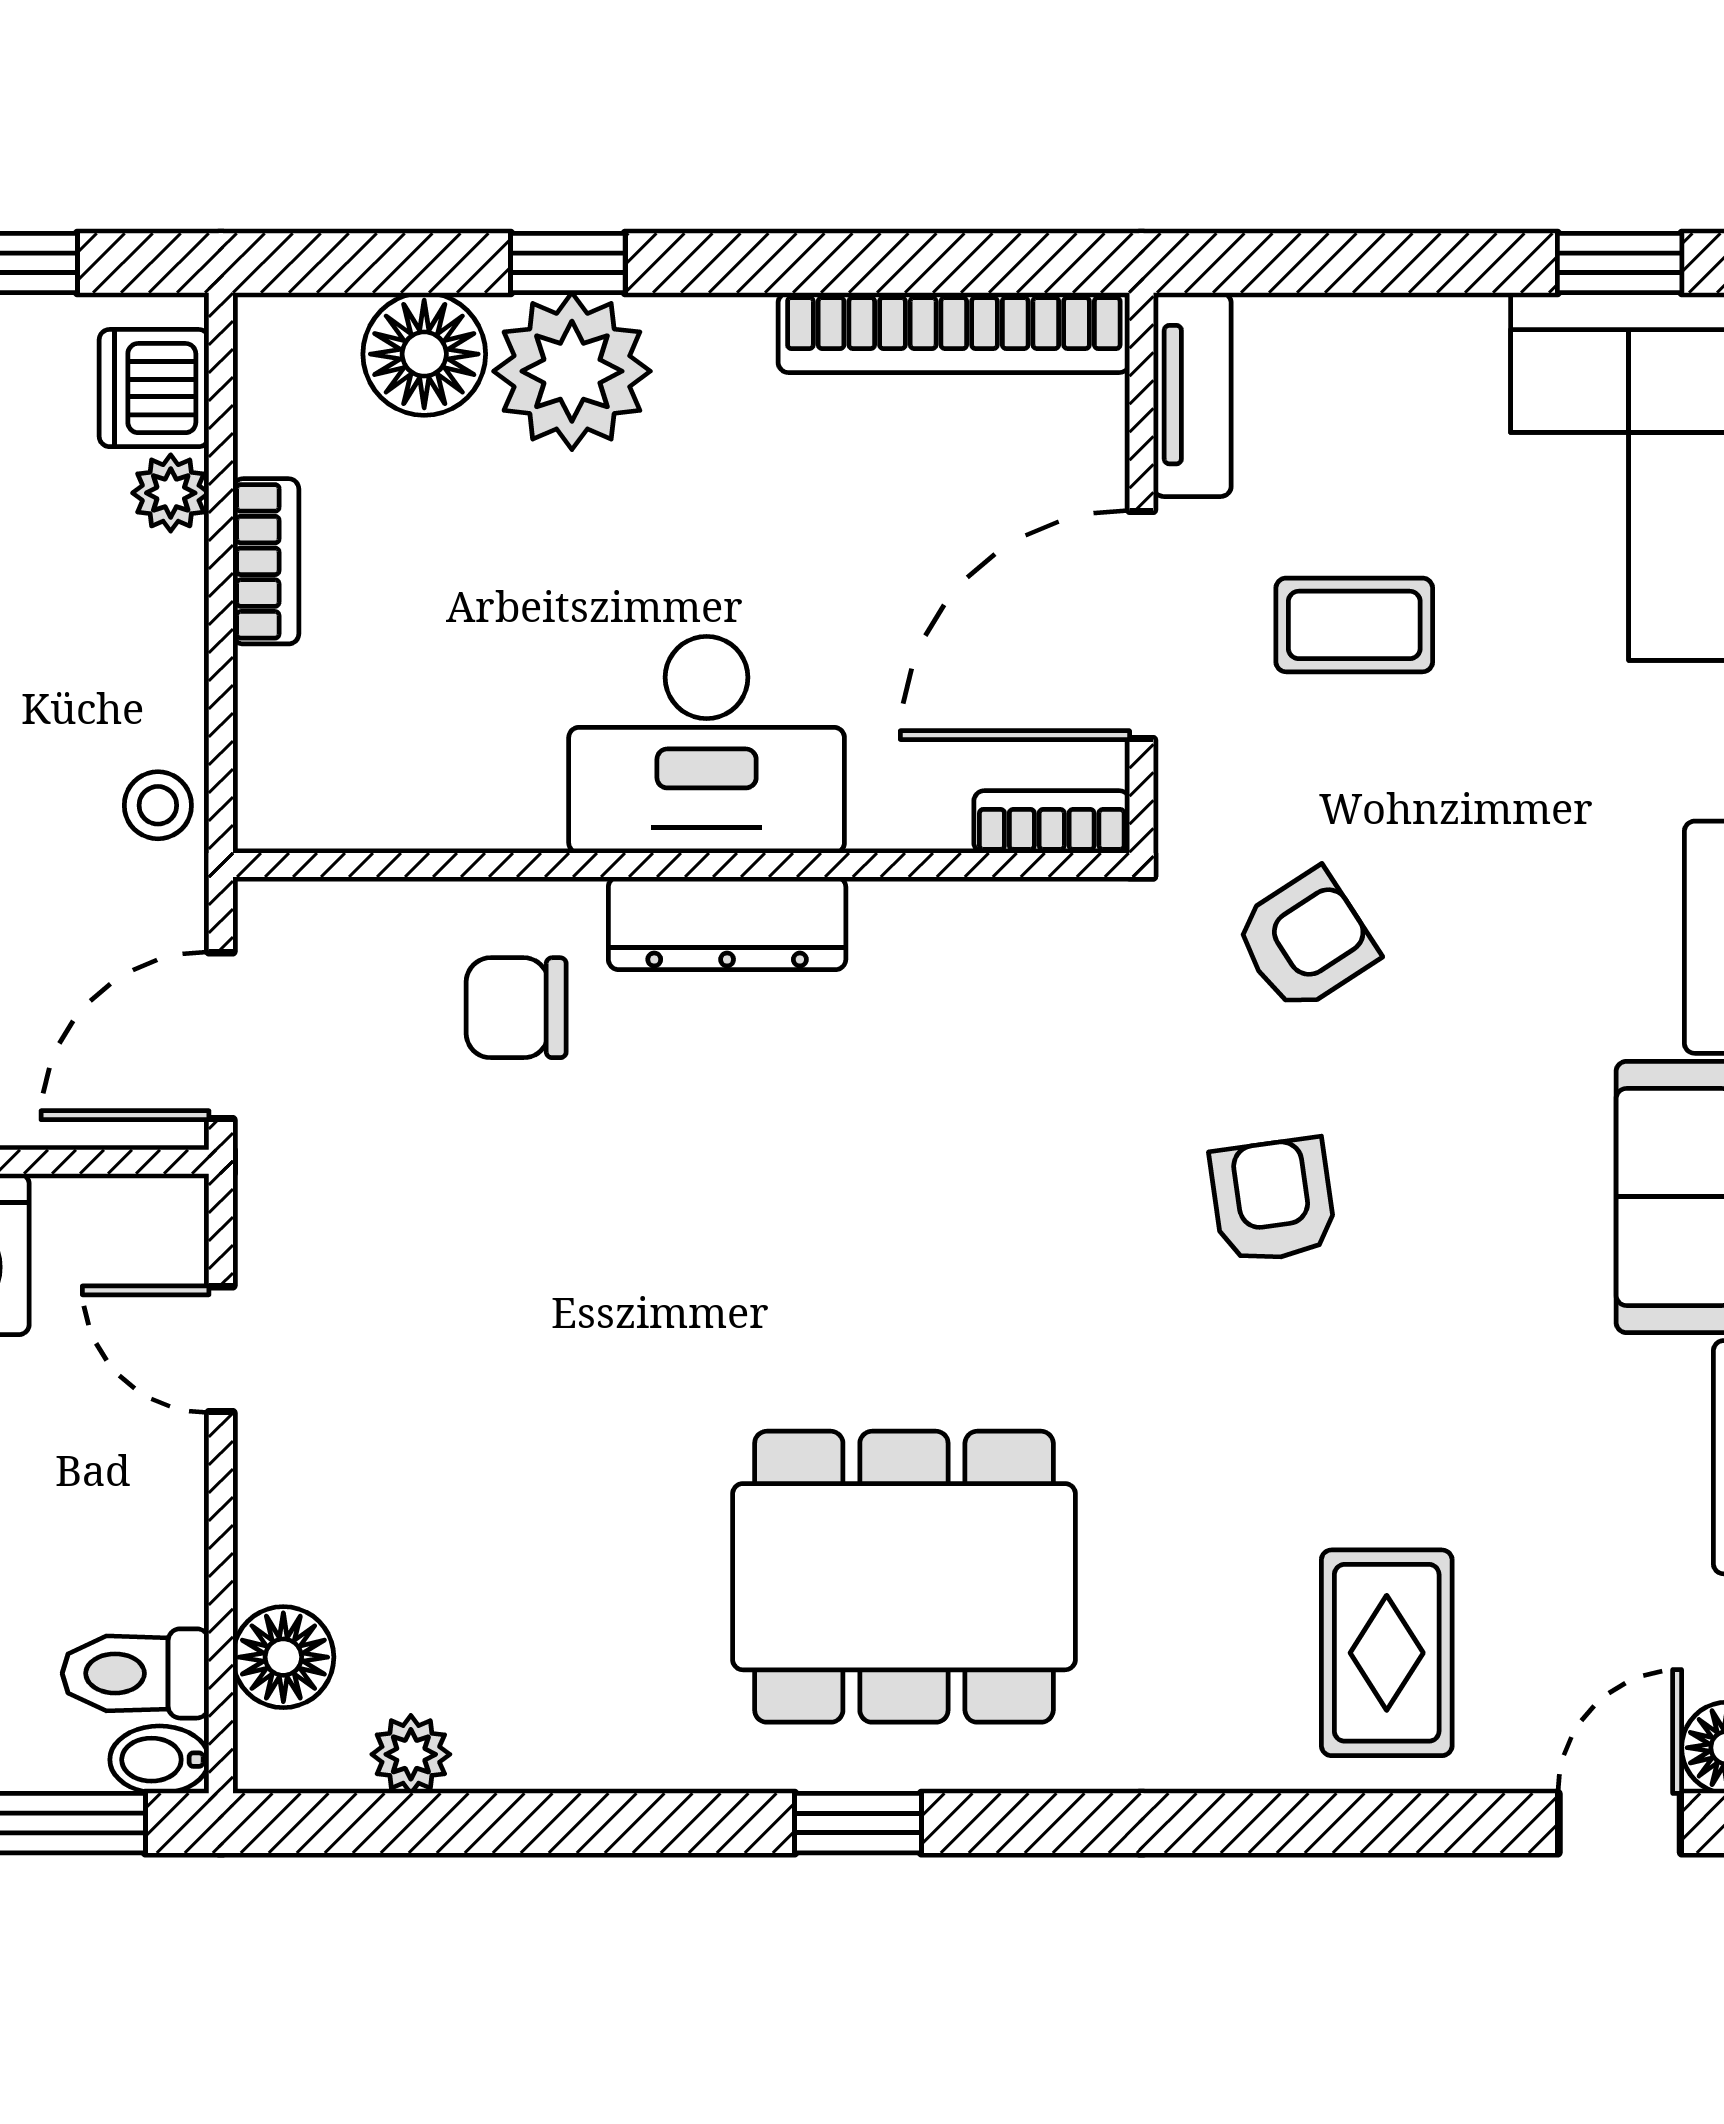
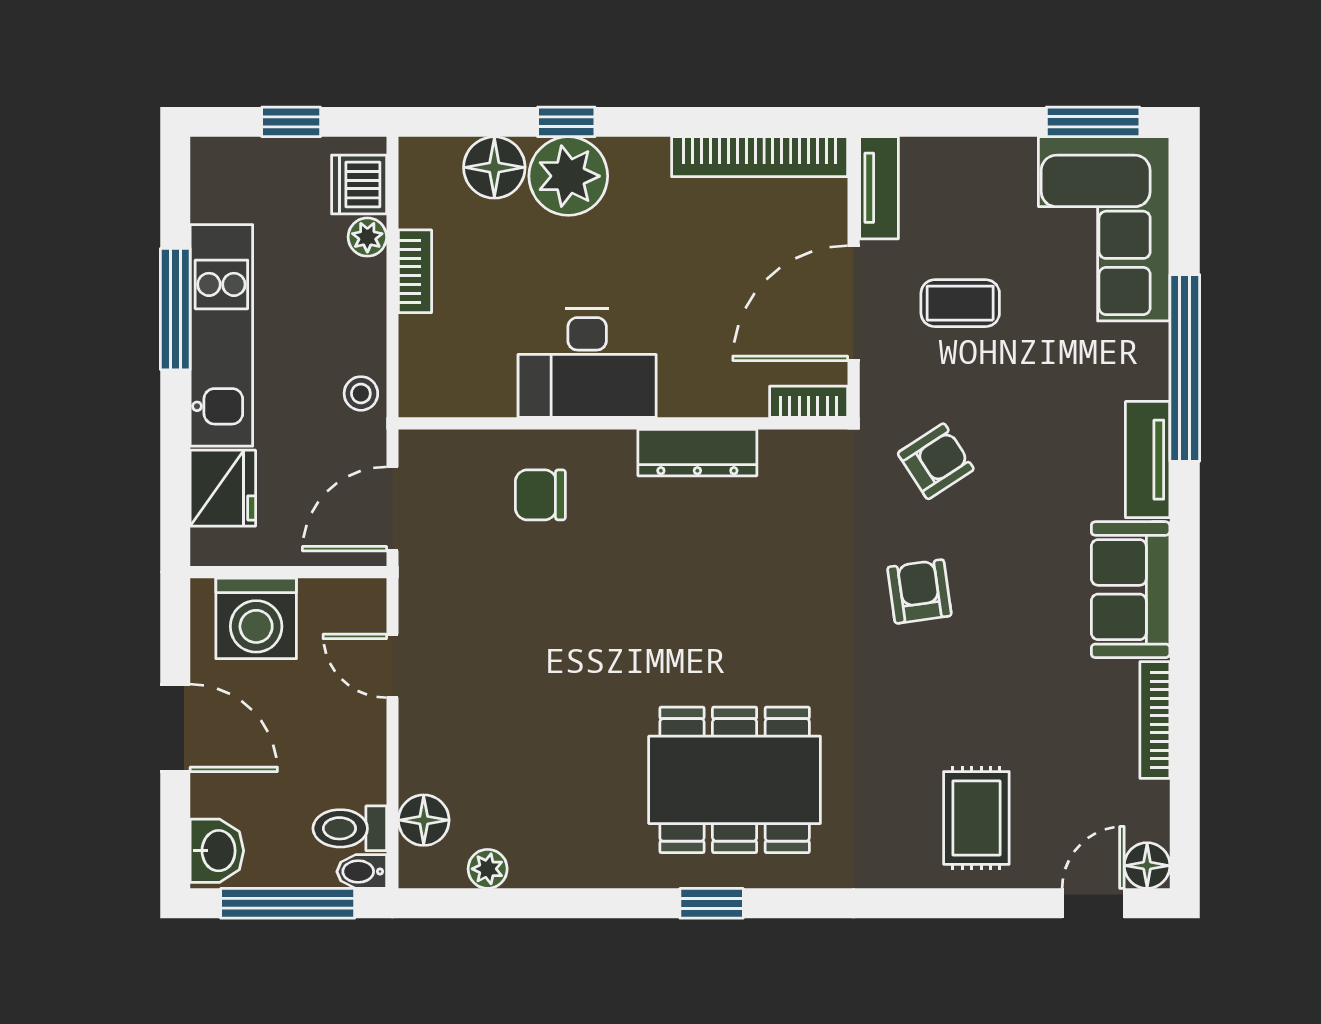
window: (1620, 263) -> (1093, 122), width x1.50
desk: (707, 745) -> (587, 363), moved
dresser: (727, 923) -> (697, 453), moved

